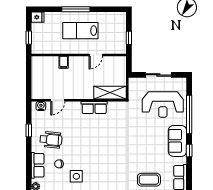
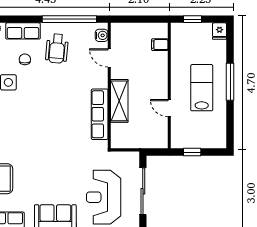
filing cabinet: (64, 62) -> (160, 45), moved
sliding door: (158, 75) -> (143, 191), width x1.37
shelving: (110, 93) -> (119, 101), moved
row of seats: (94, 107) -> (100, 114), width x1.48
window: (29, 130) -> (69, 19), width x3.17

